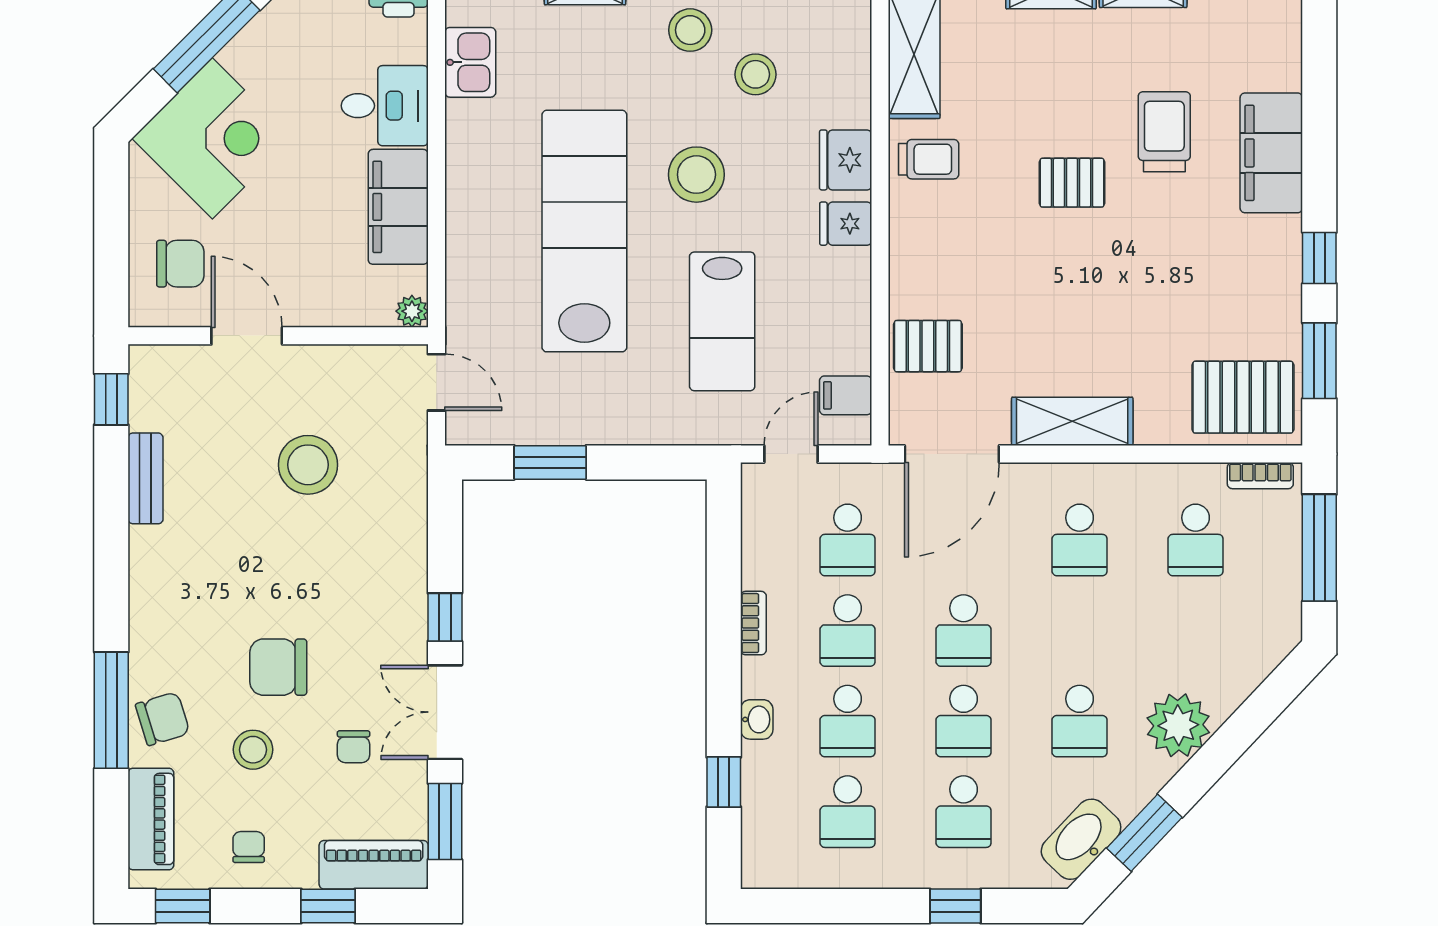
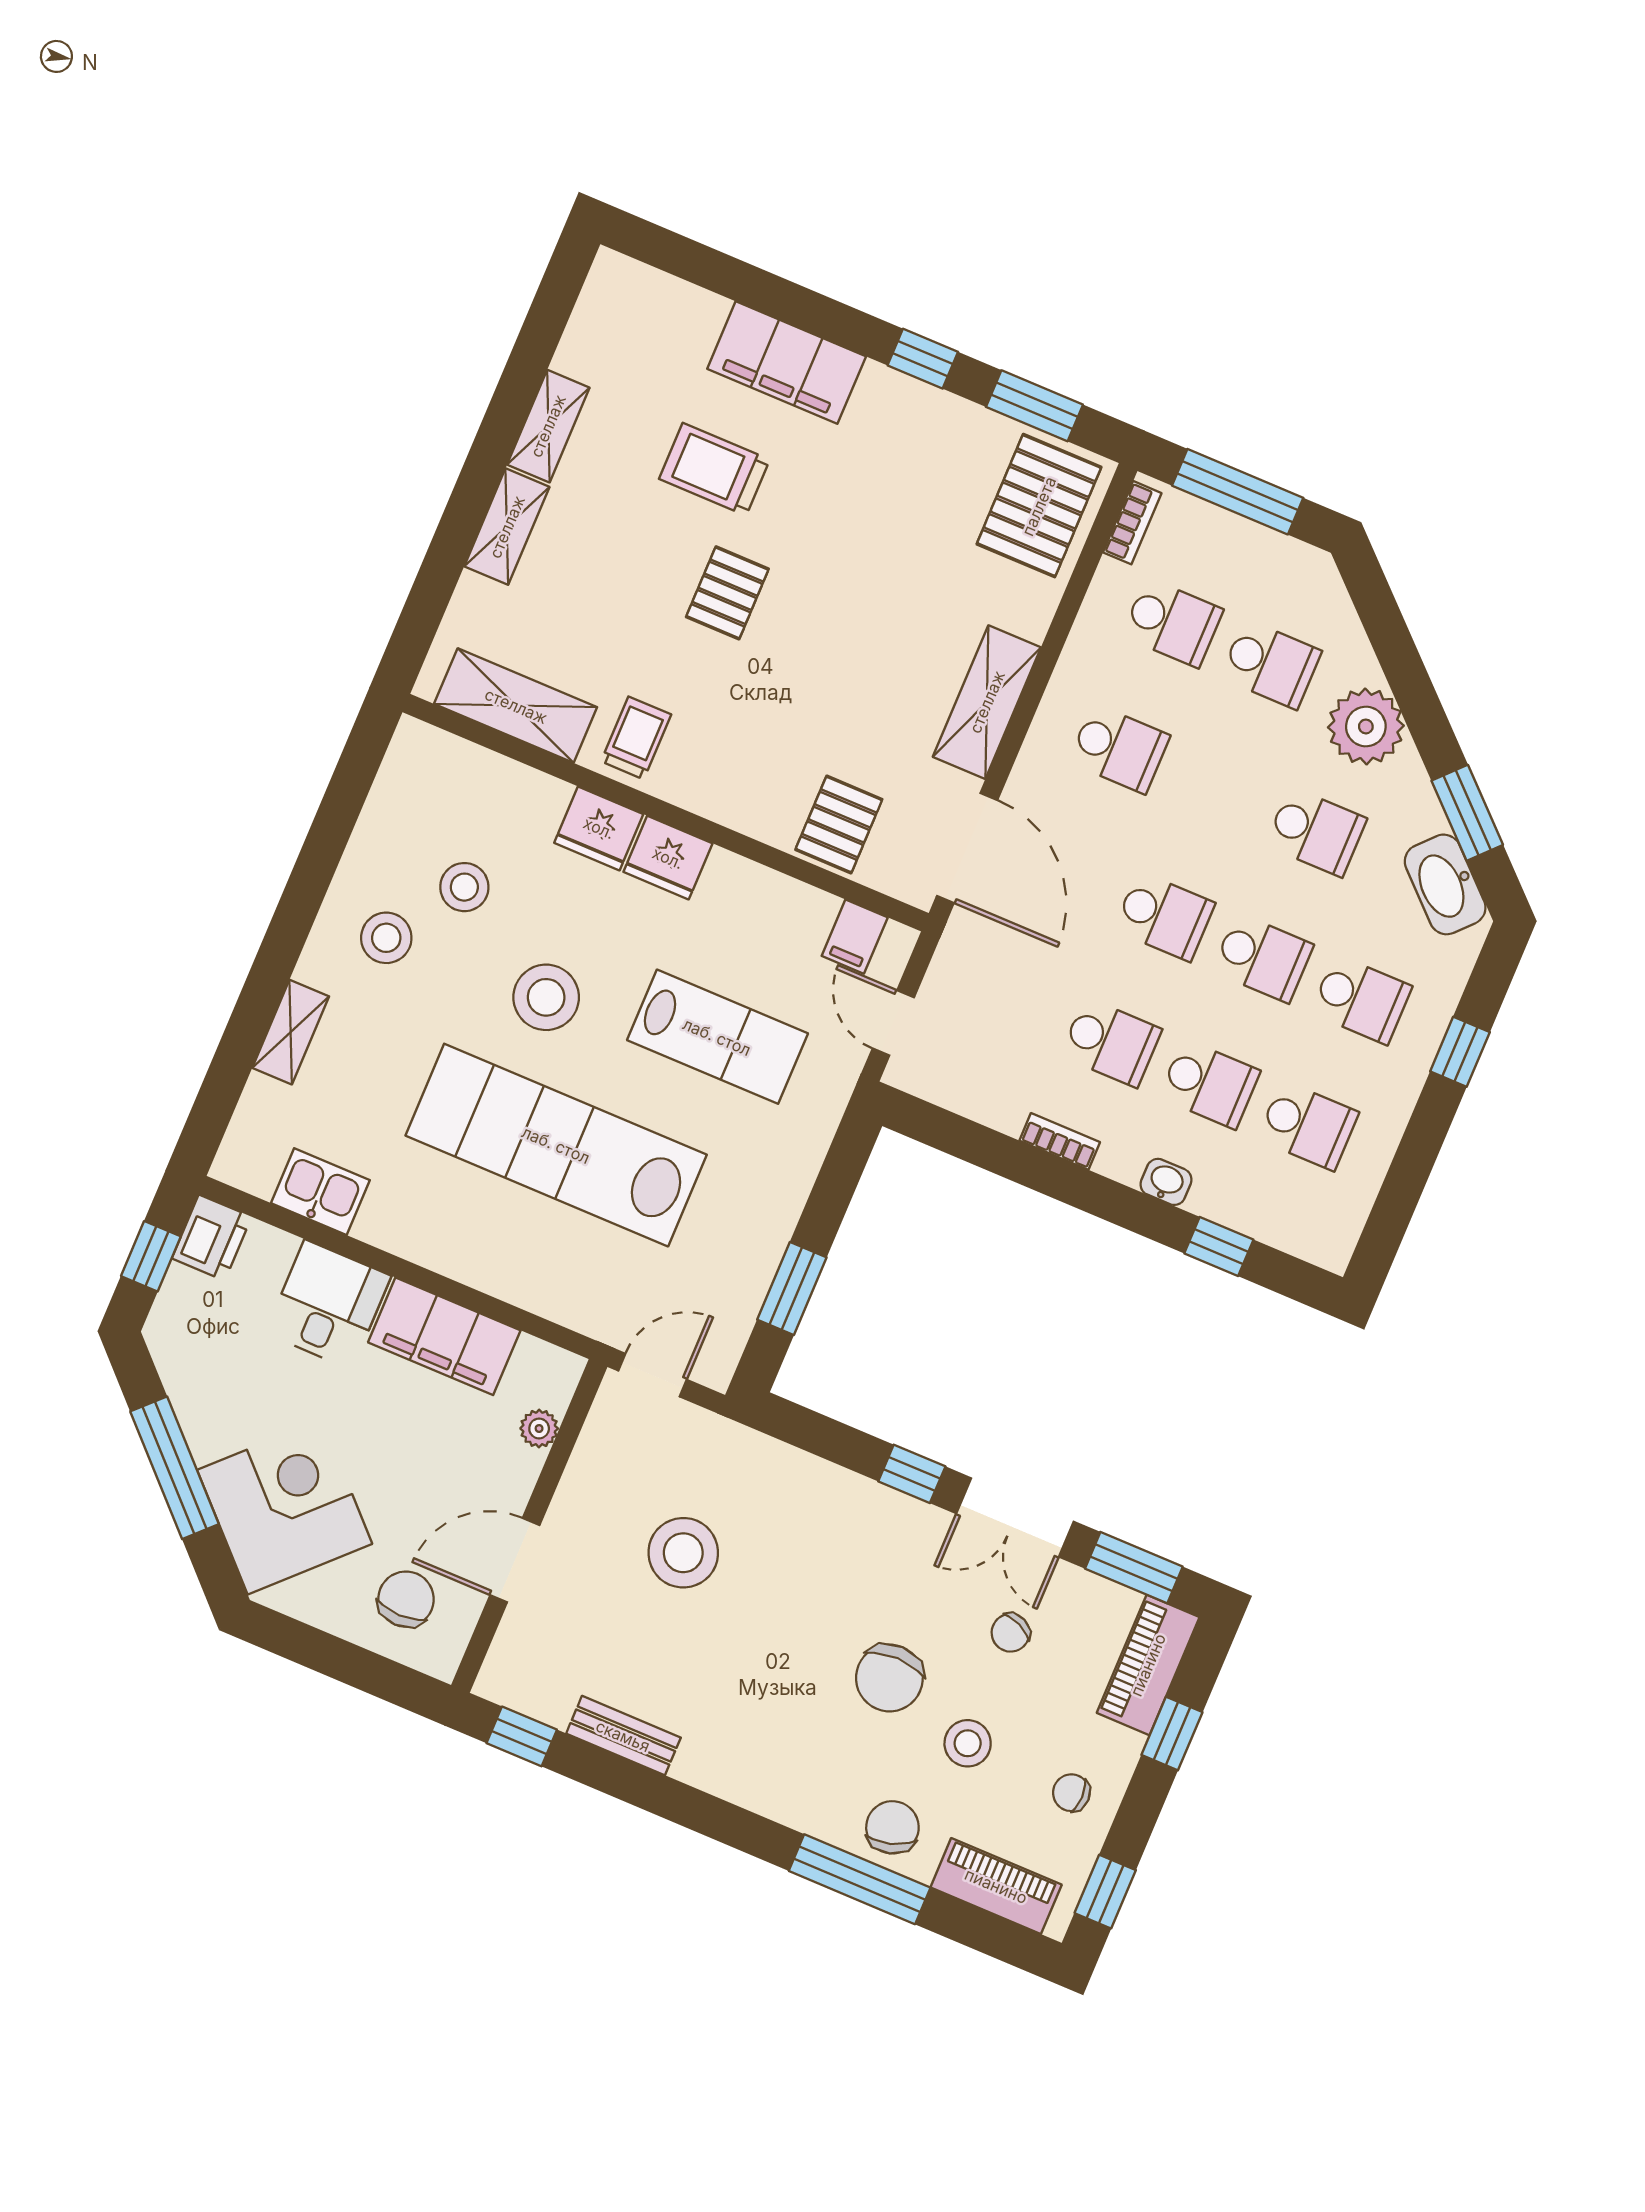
fridge: (846, 224) -> (668, 858), width x1.38
plant: (412, 311) -> (539, 1428), moved
school desk: (848, 540) -> (1271, 664), moved
chair: (354, 747) -> (1011, 1633), turned 114

